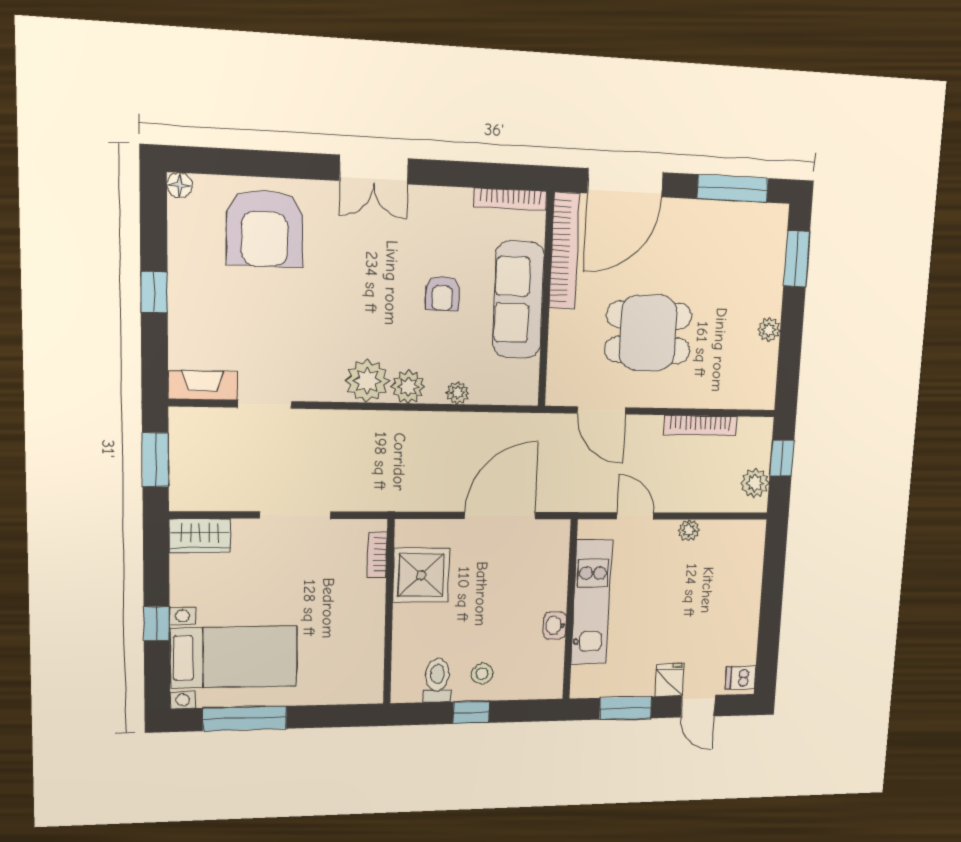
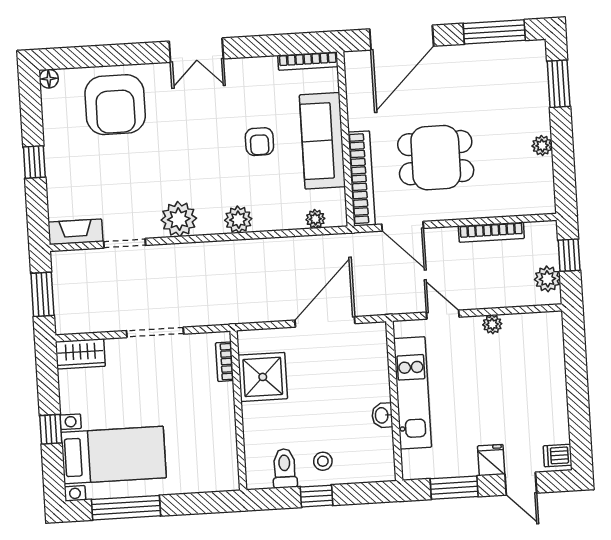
bookcase: (564, 251) -> (362, 178), moved
plant: (367, 381) -> (179, 219), moved
plant: (458, 393) -> (315, 219), moved

